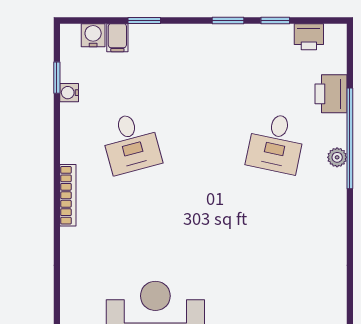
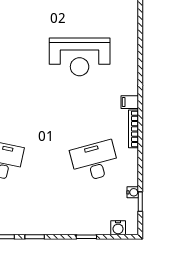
filing cabinet: (117, 38) -> (130, 102), moved, turned -90
desk: (131, 143) -> (95, 161), width x1.37

